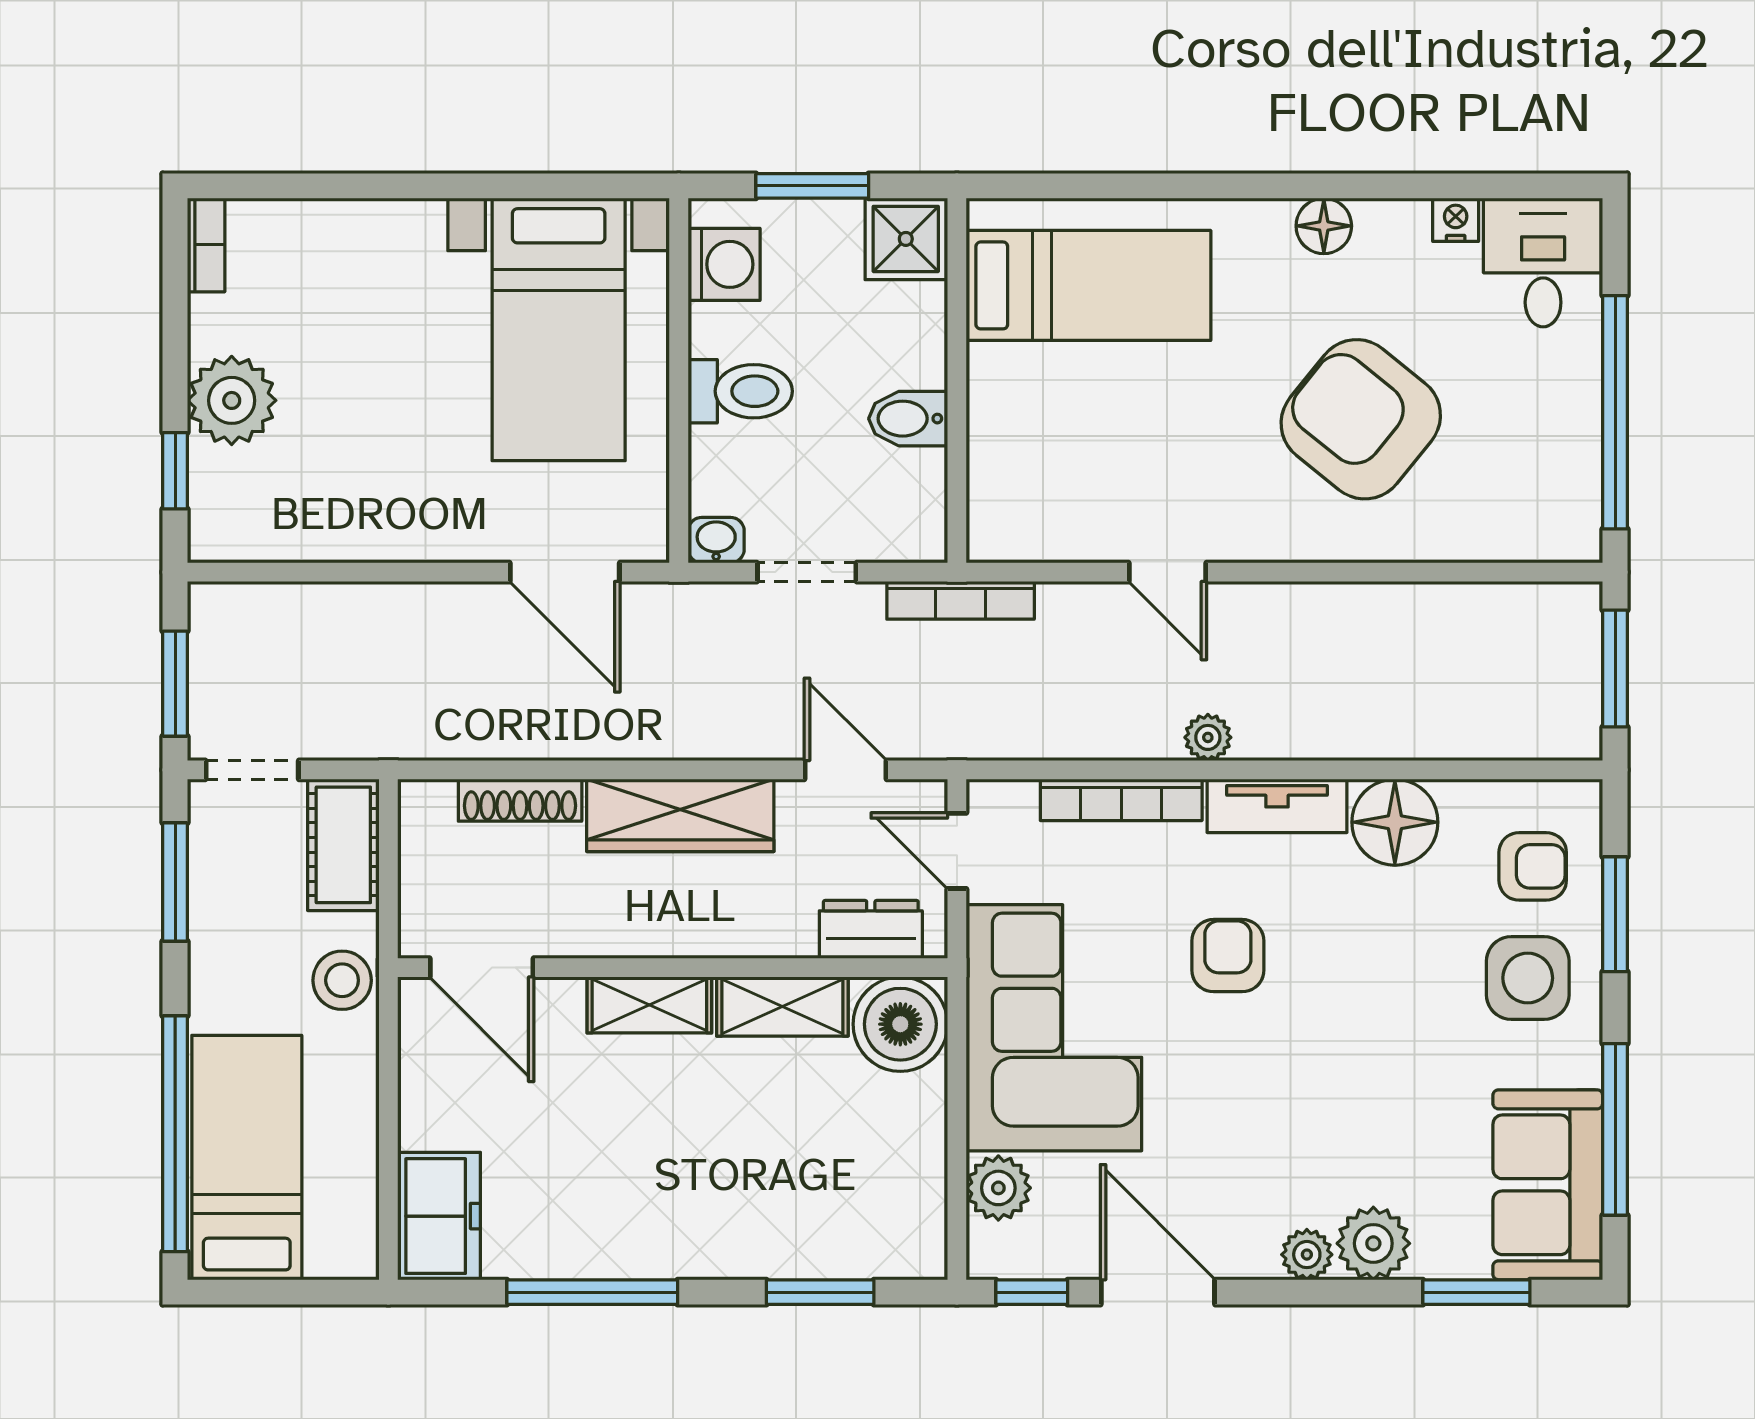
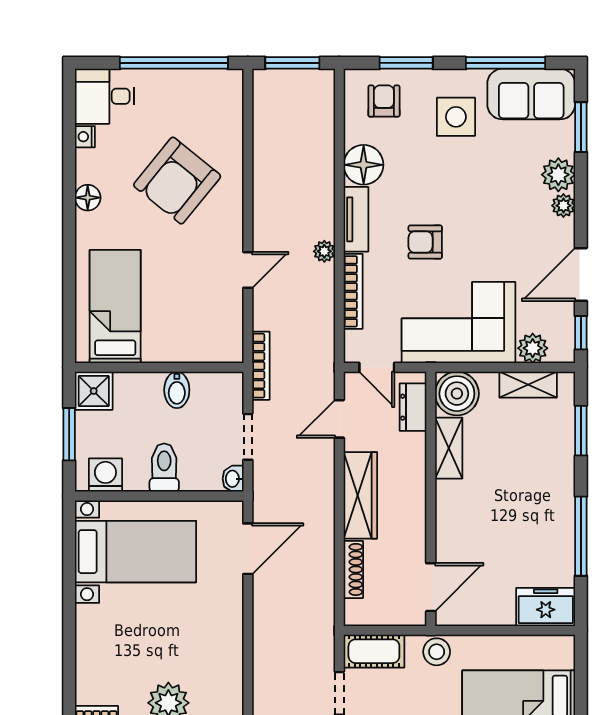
door: (957, 851) -> (377, 367), hinge flipped
side table: (1528, 978) -> (456, 117), moved
shelving: (649, 1005) -> (528, 385), moved, turned 90

